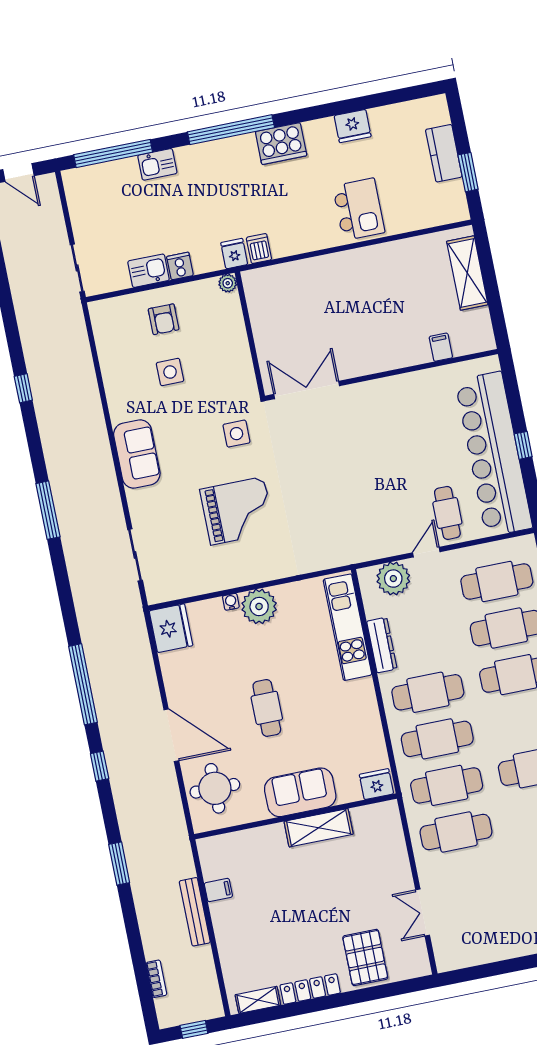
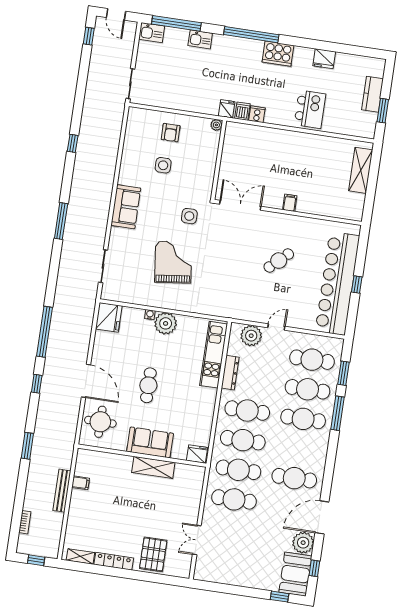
cooker: (180, 266) -> (257, 114), moved
kitchen sink: (148, 271) -> (152, 33), moved, turned 180
filing cabinet: (441, 347) -> (290, 203), moved
grand piano: (237, 511) -> (173, 262), turned -97
cafe table: (447, 513) -> (279, 261), moved, turned 47

